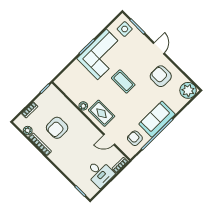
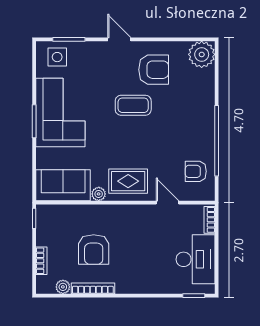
armchair: (161, 76) -> (154, 70), turned 180
coffee table: (123, 81) -> (133, 105), moved
sofa: (157, 119) -> (63, 185), moved, turned 90
door: (109, 139) -> (167, 203), swing flipped
desk: (100, 173) -> (196, 259), width x1.37

